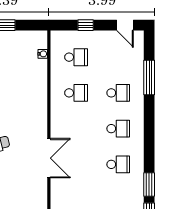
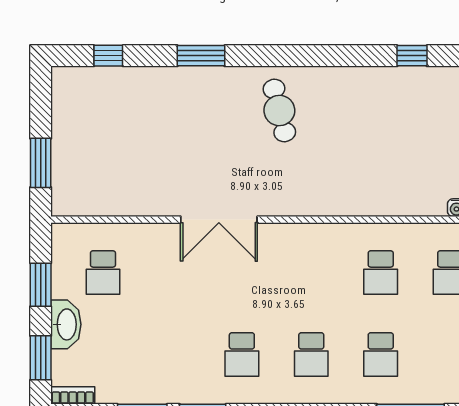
double door: (49, 158) -> (219, 220), moved

